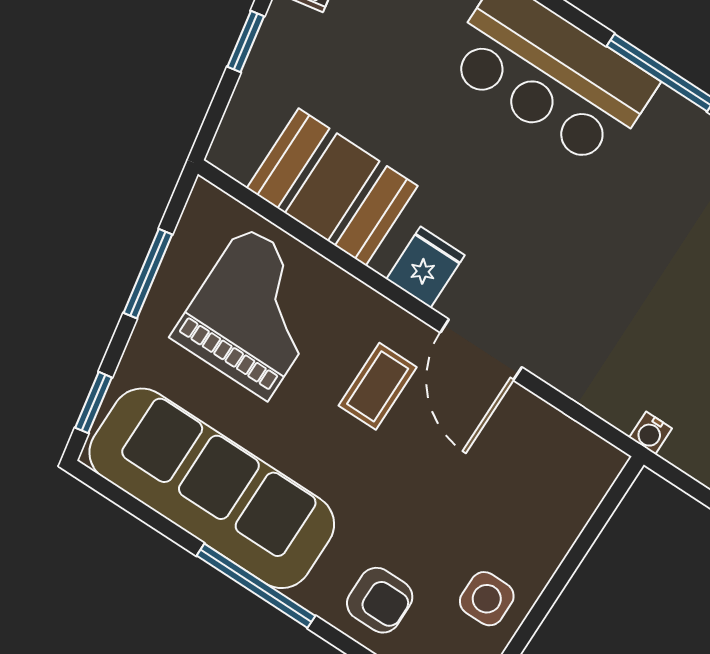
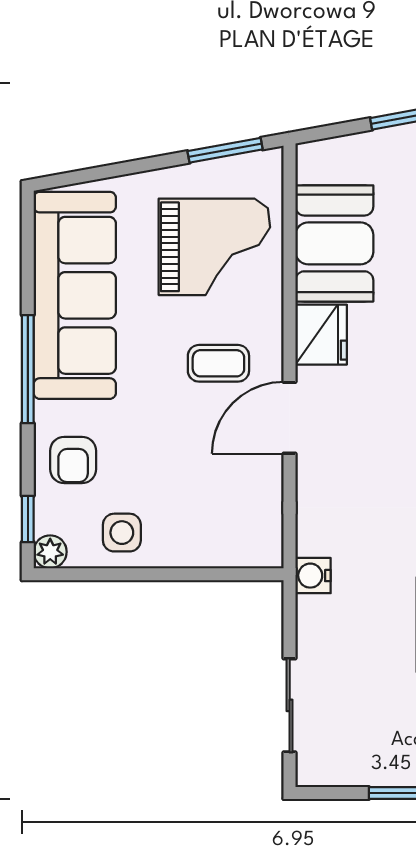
fridge: (425, 267) -> (321, 335), width x1.38
window: (148, 274) -> (225, 150), moved
window: (94, 403) -> (81, 176), removed
water cooler: (651, 433) -> (313, 576), width x1.38, depth x1.38

